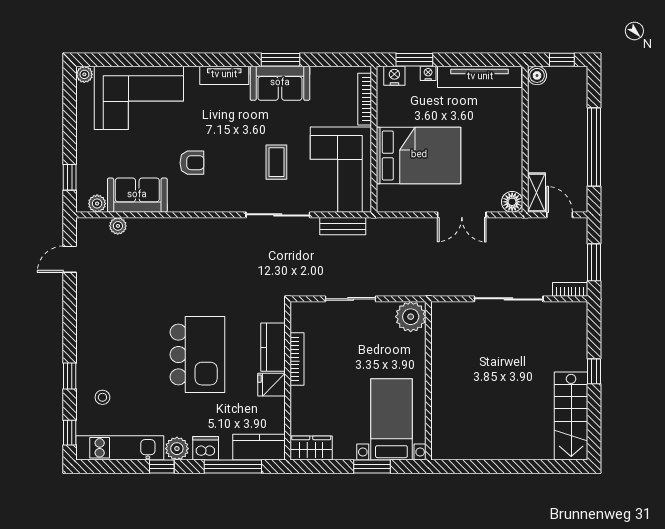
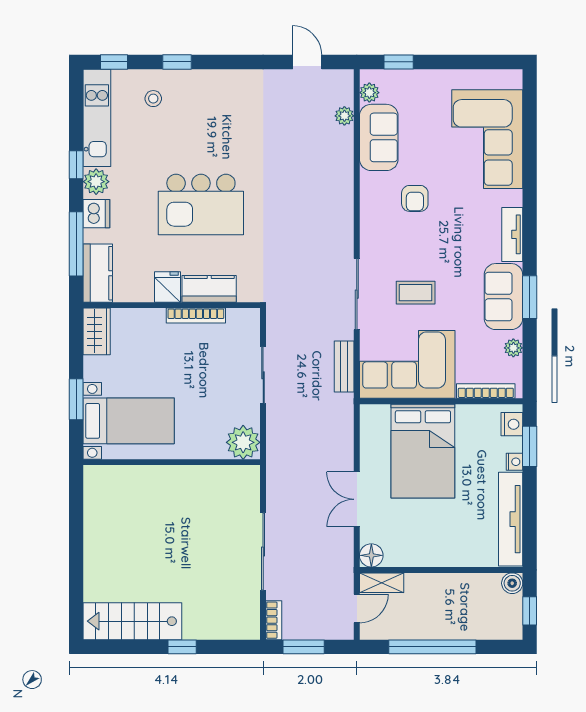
plant: (84, 74) -> (513, 348), moved

